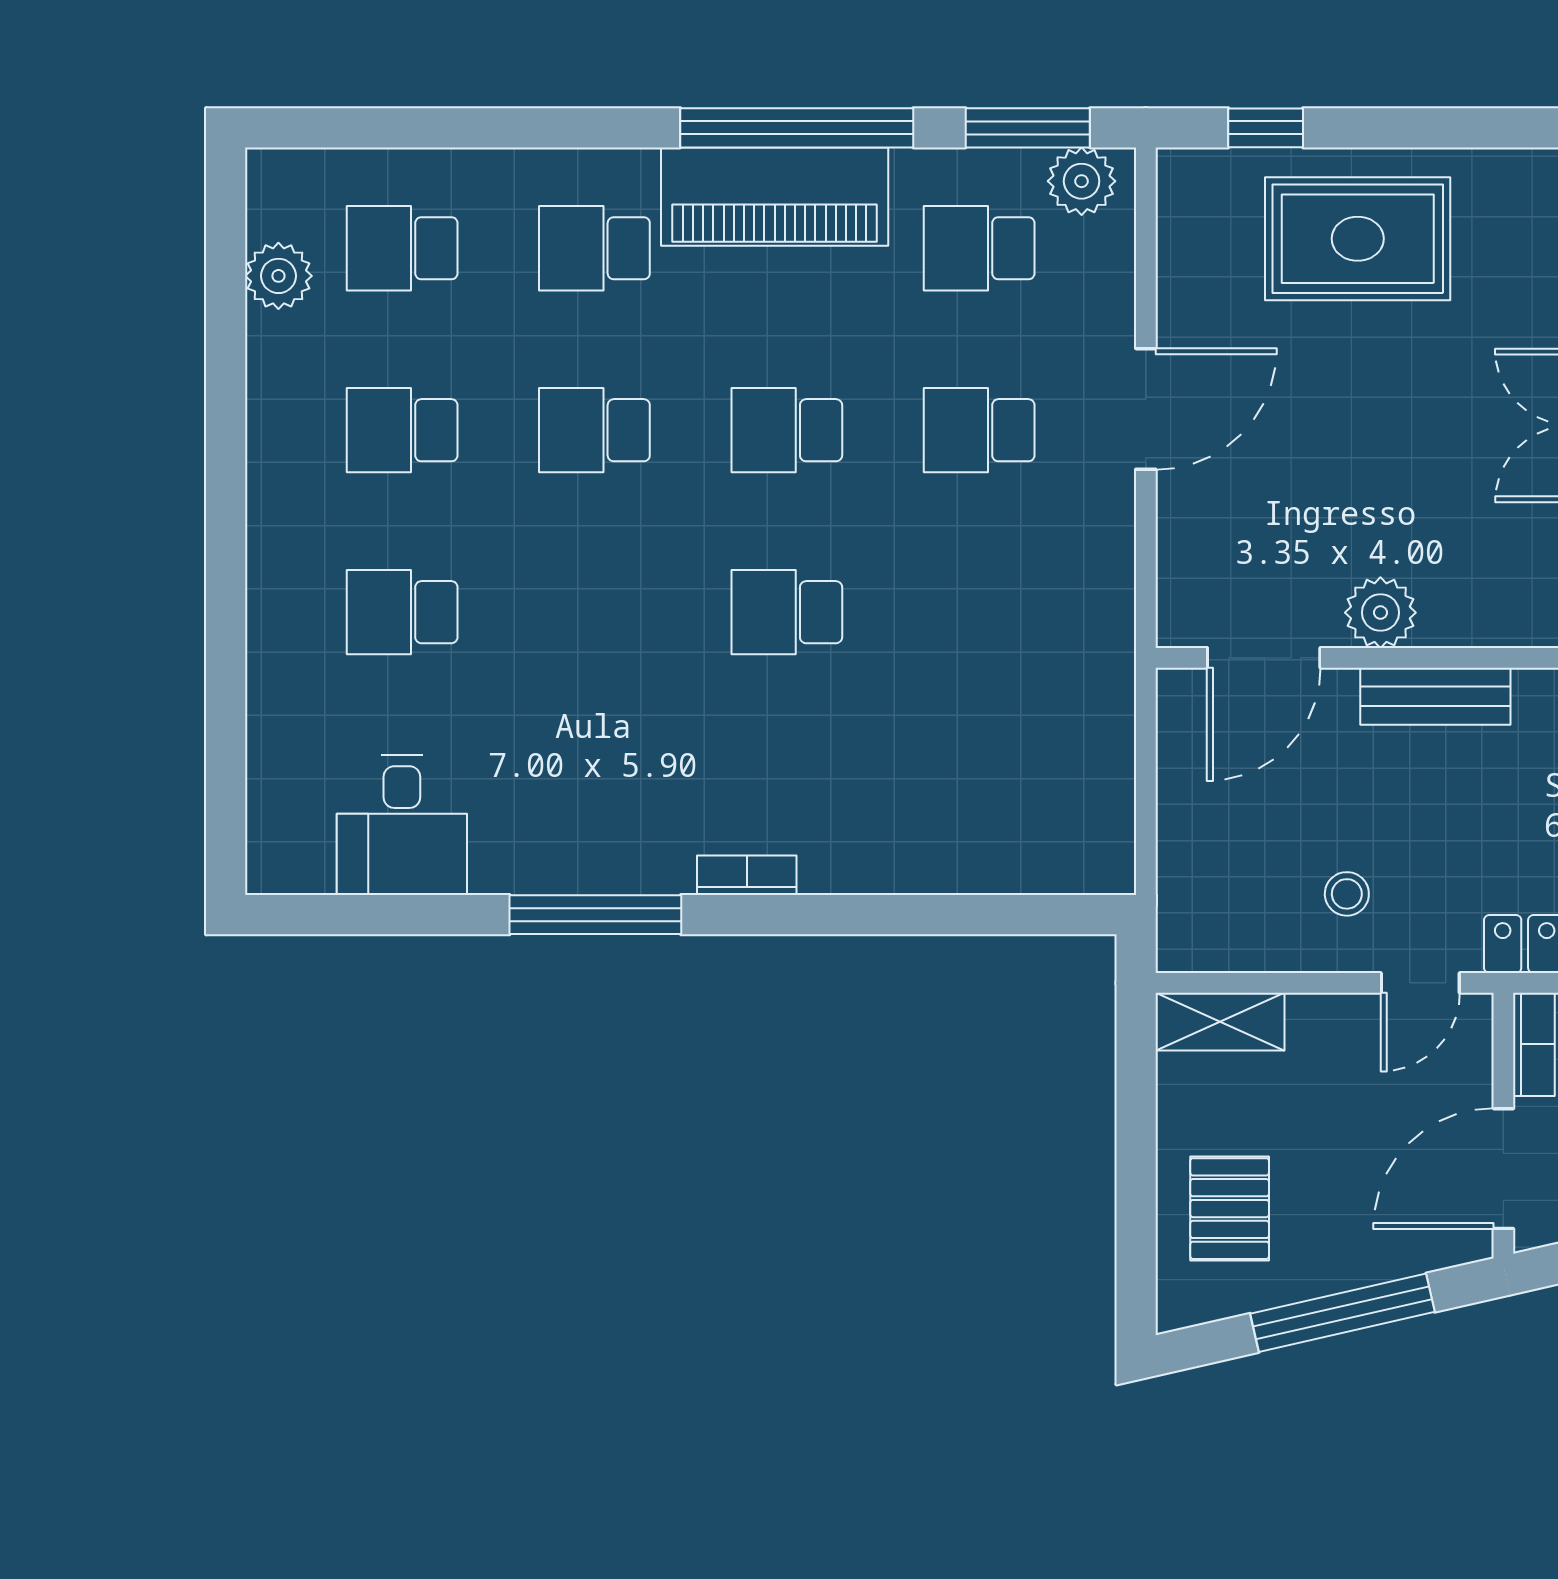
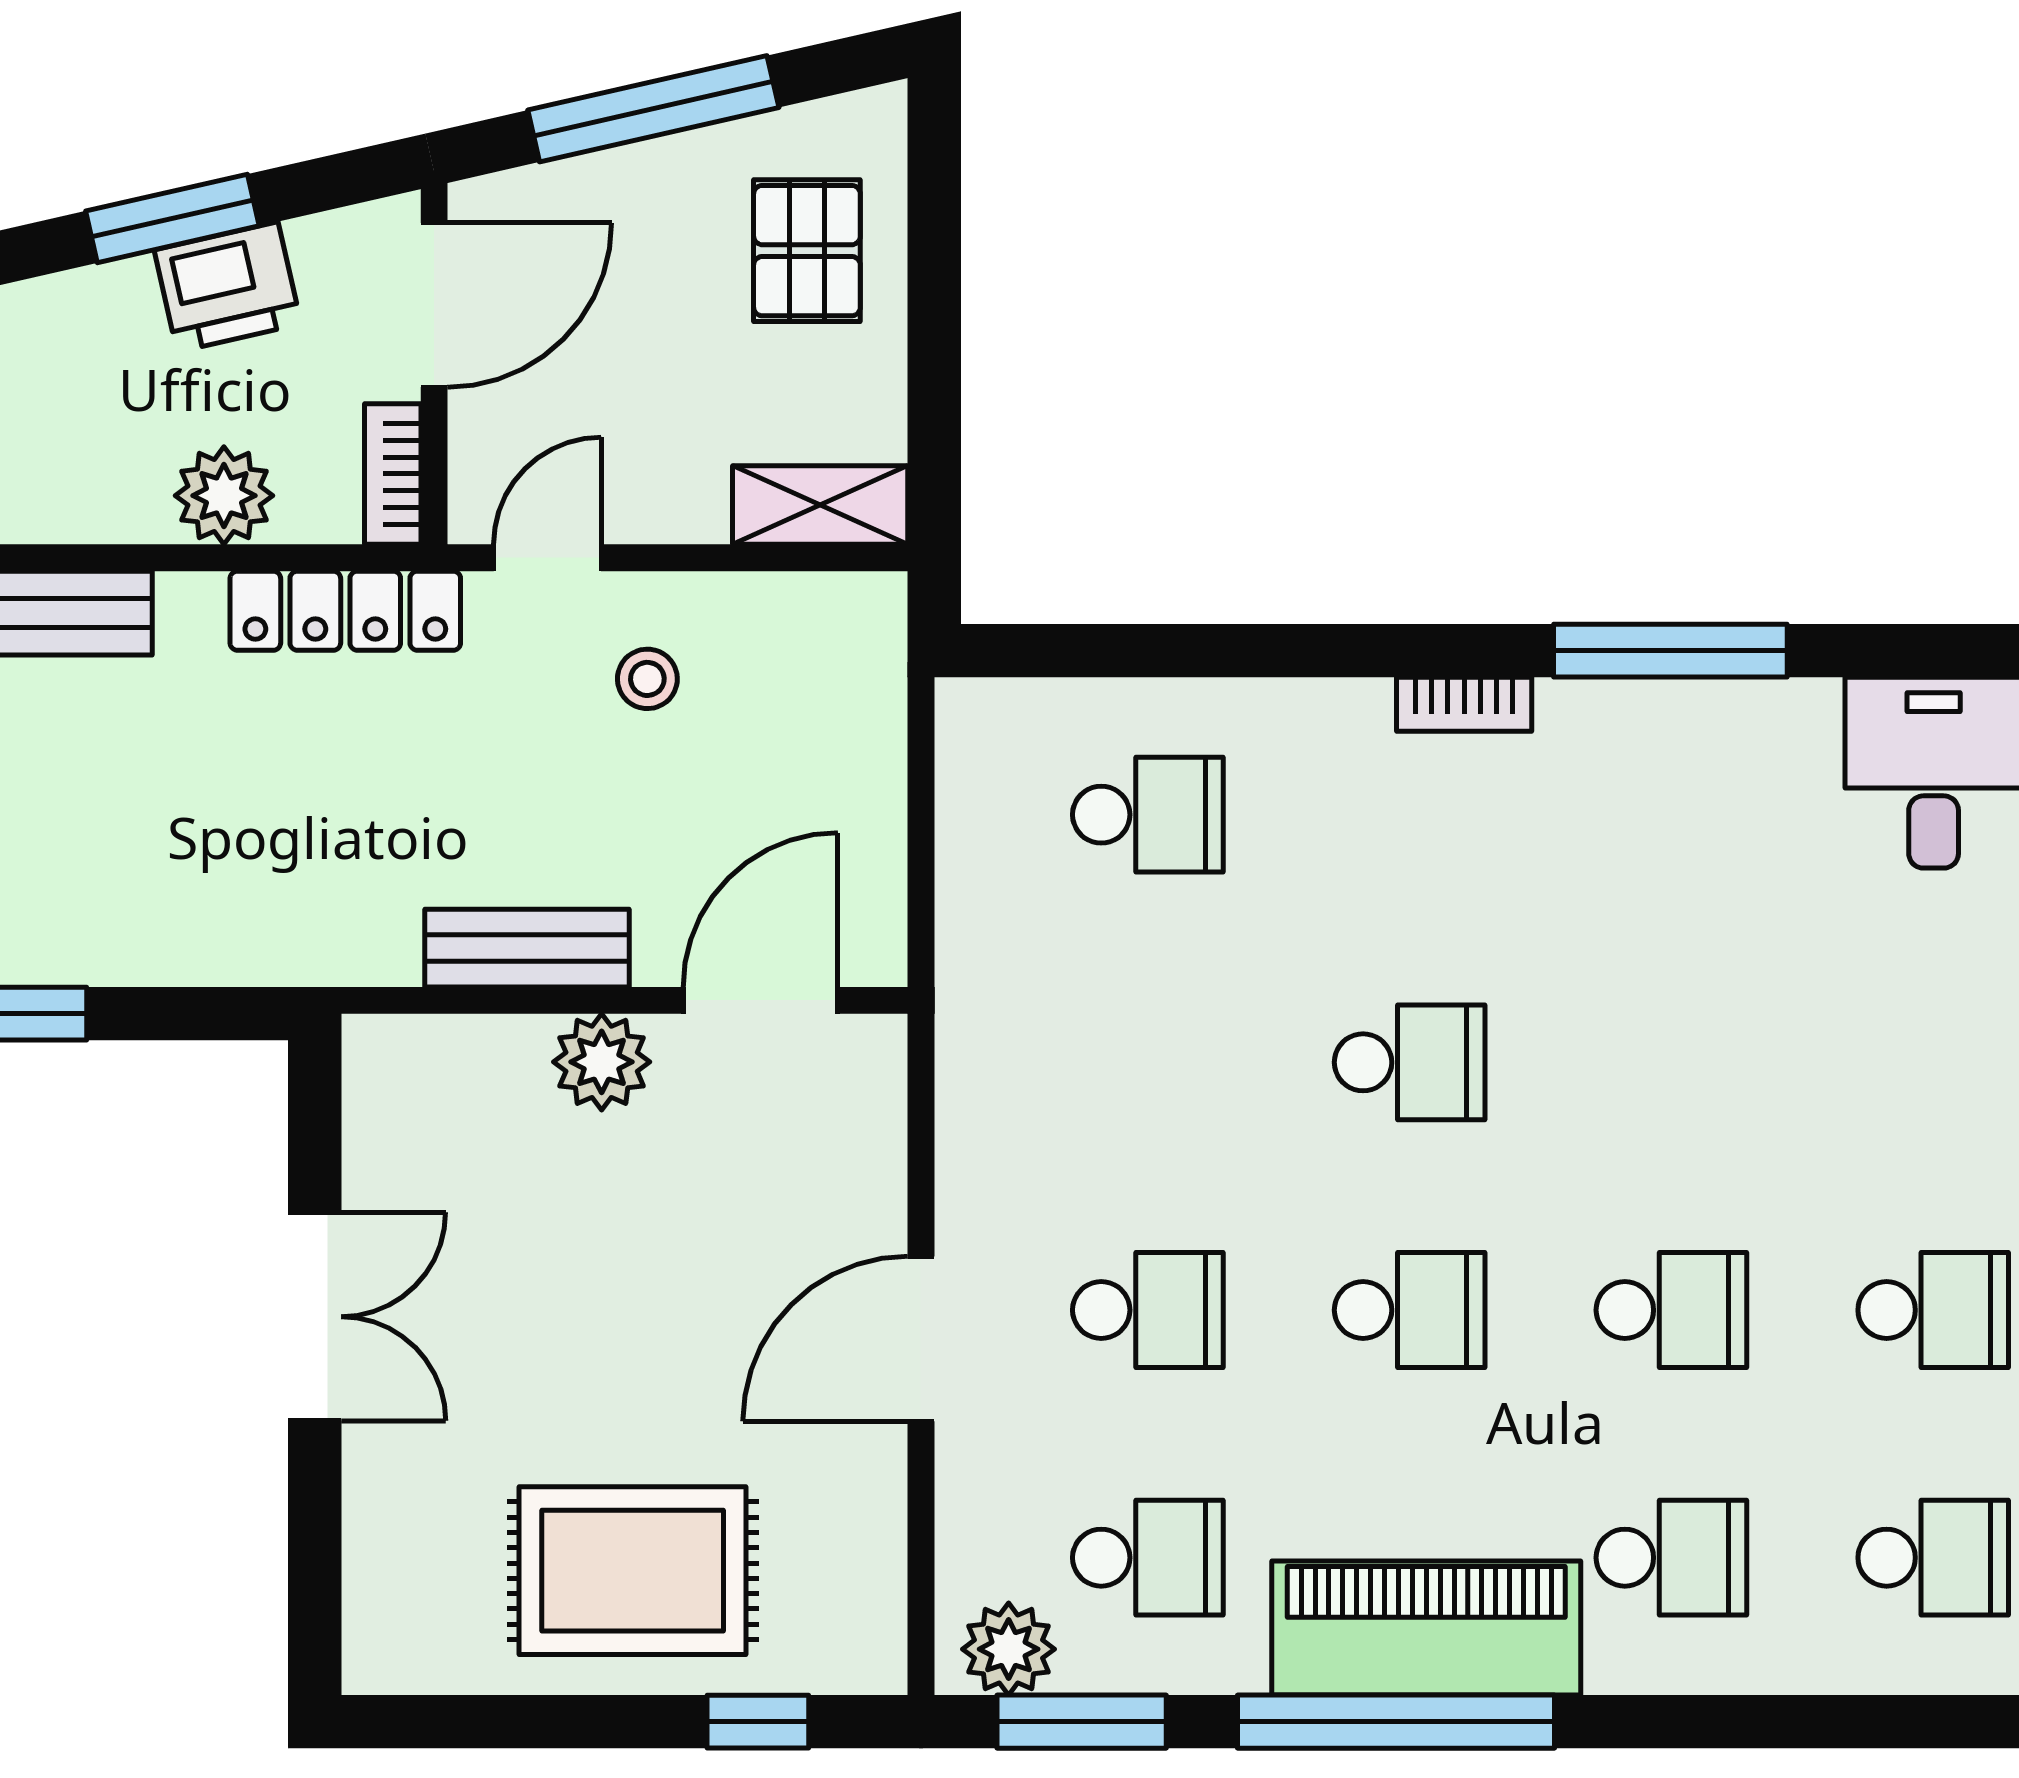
school desk: (402, 612) -> (1148, 815), moved

